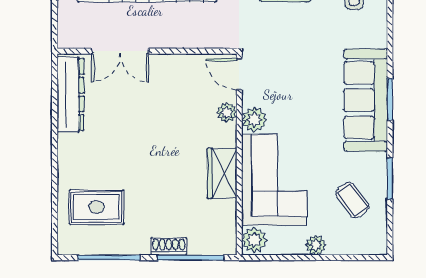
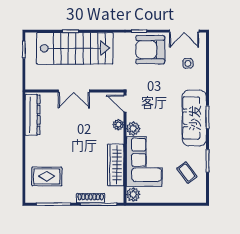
double door: (120, 51) -> (74, 91), moved
wardrobe: (222, 173) -> (116, 165), width x1.50
plant: (316, 245) -> (167, 197), removed
shoe rack: (169, 247) -> (91, 198), width x1.43

